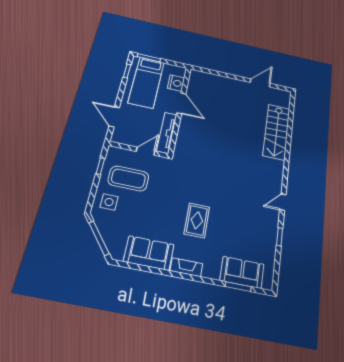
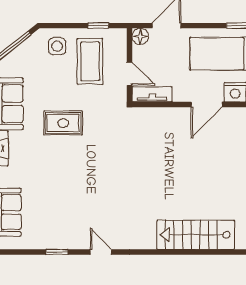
tv unit: (167, 133) -> (152, 94), width x0.71
floor lamp: (118, 137) -> (140, 36), added
rug: (197, 220) -> (63, 123), moved

